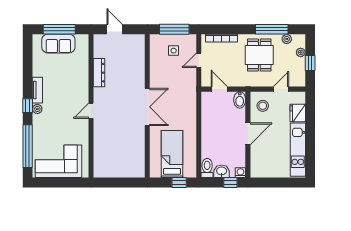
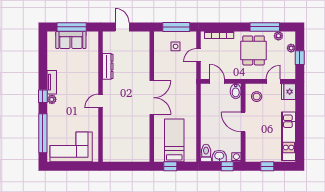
fridge: (298, 113) -> (289, 92), moved
door: (248, 134) -> (243, 122), swing flipped
window: (179, 183) -> (170, 166), moved
window: (274, 183) -> (267, 166), added

